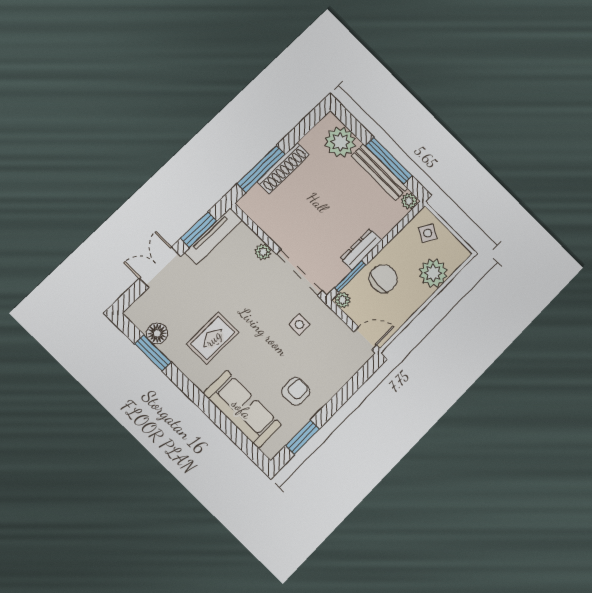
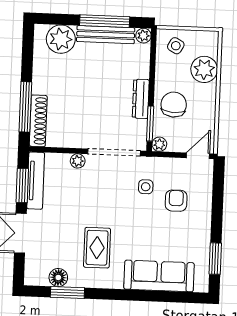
shoe rack: (283, 168) -> (38, 121), moved
armchair: (296, 391) -> (176, 201), moved

